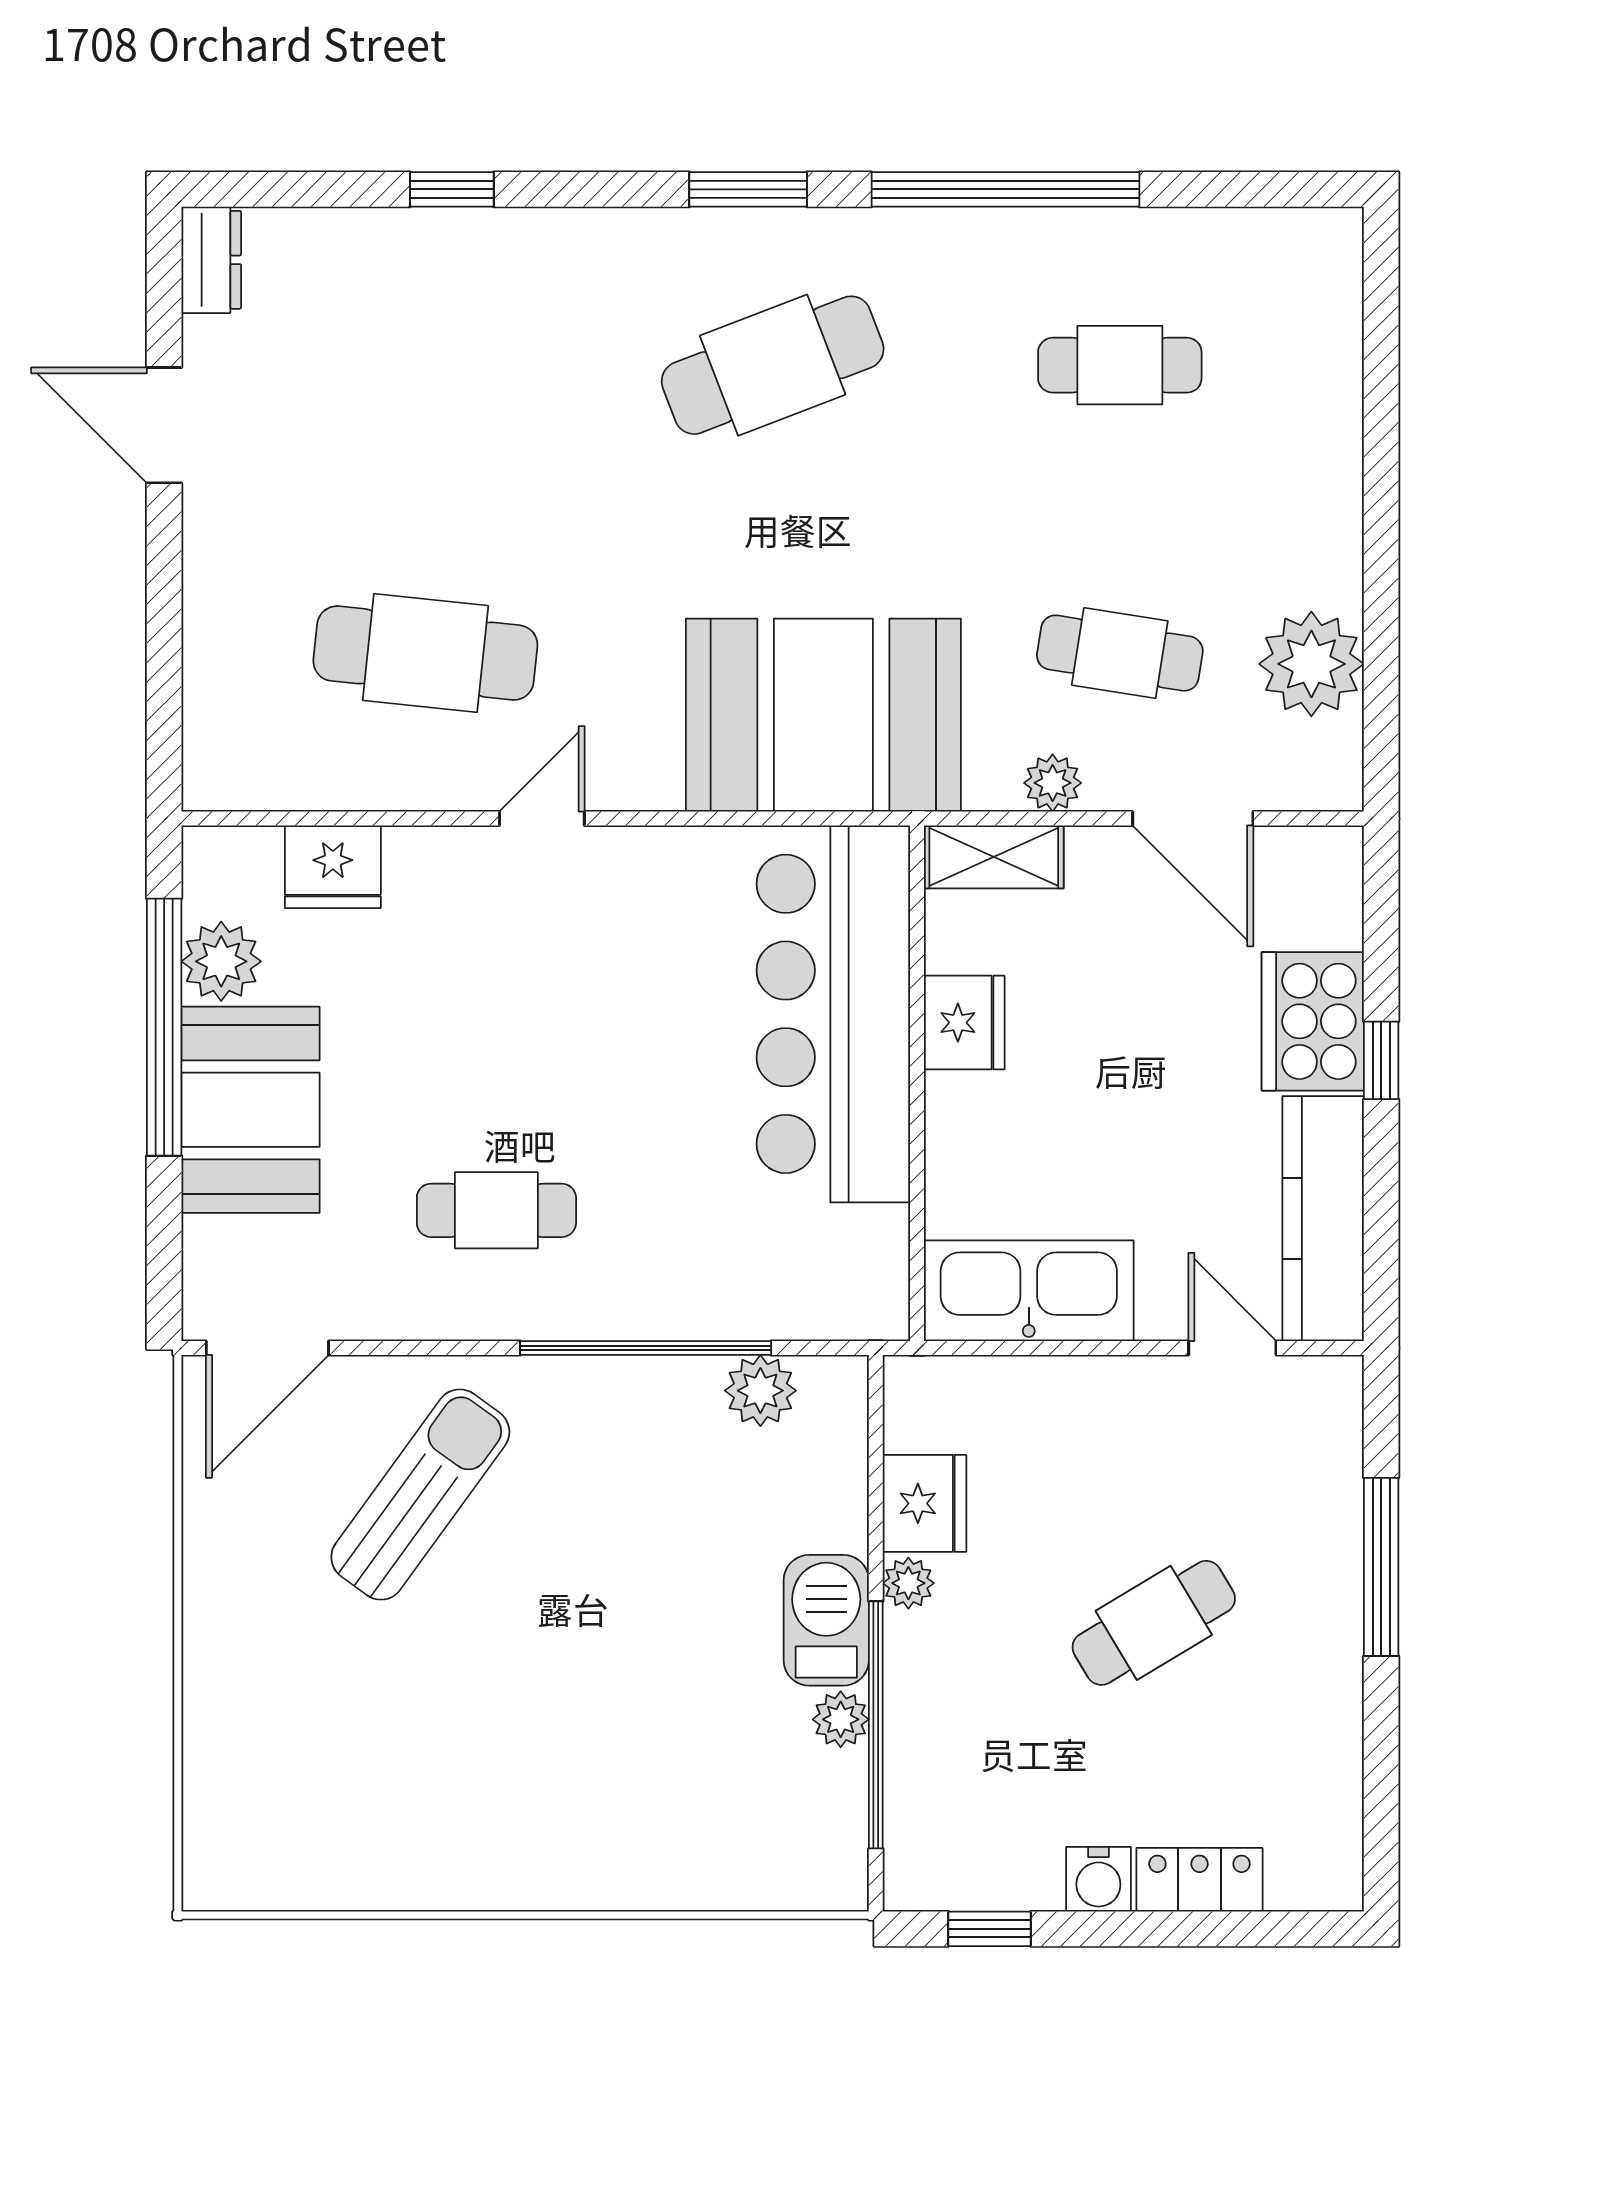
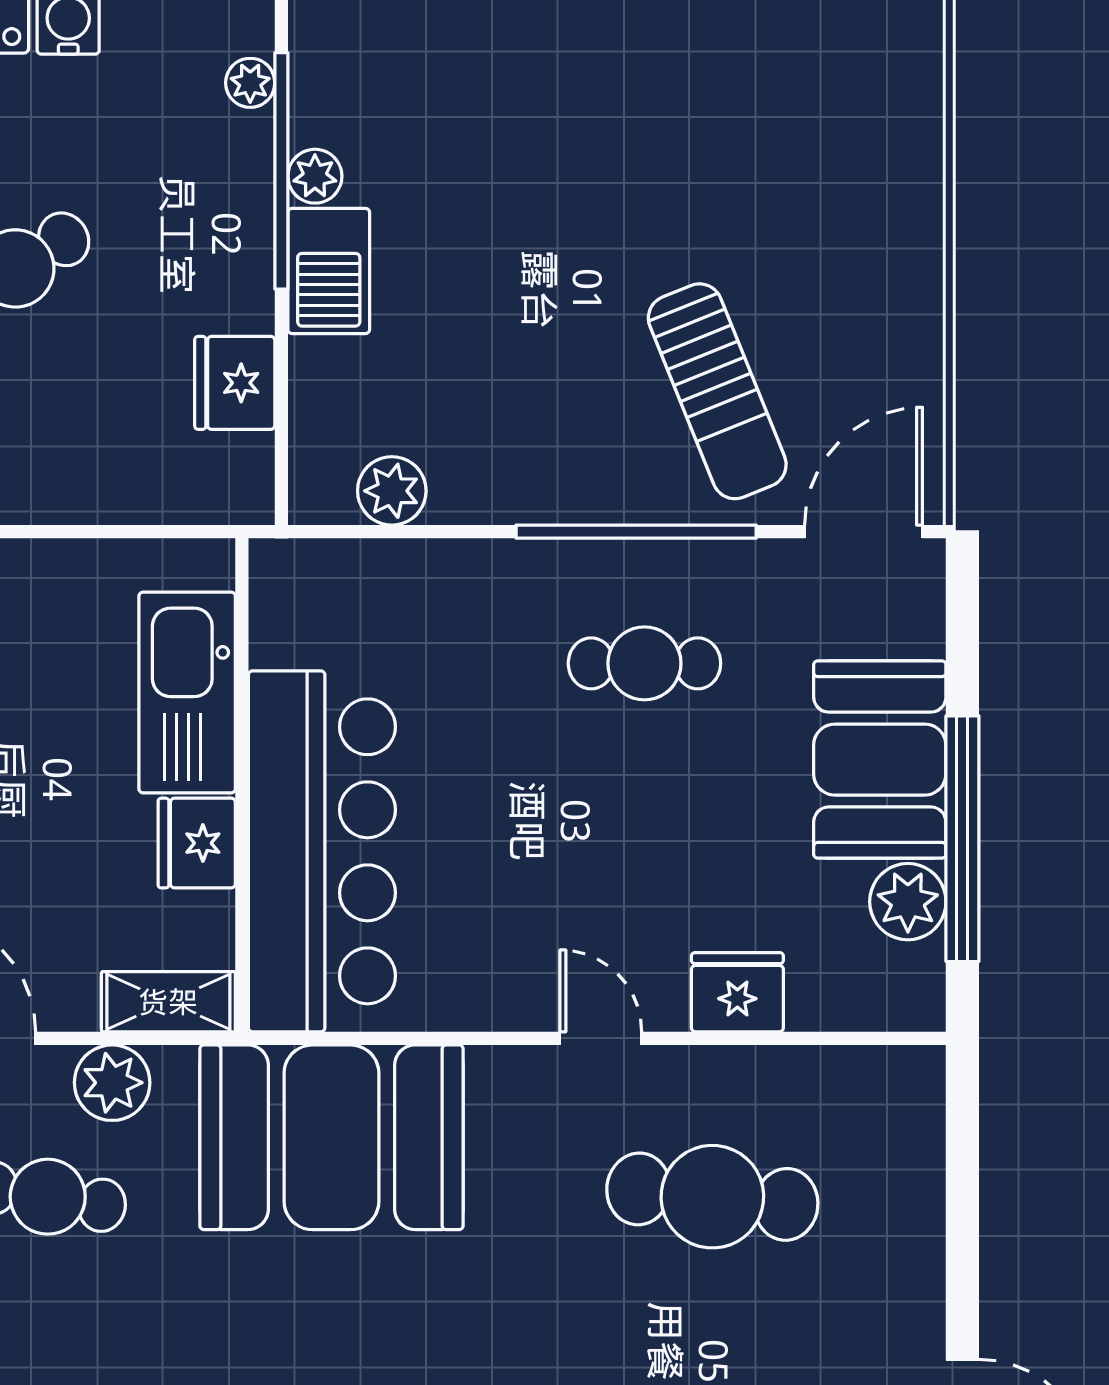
plant: (1053, 783) -> (112, 1083), width x1.38, depth x1.38
door: (542, 818) -> (601, 1038), swing flipped
fridge: (333, 867) -> (737, 992), moved
kitchen sink: (1029, 1291) -> (187, 693), moved, turned 90
window: (646, 1348) -> (636, 532), moved
sun lounger: (420, 1495) -> (717, 391), turned -58
plant: (908, 1583) -> (250, 83), moved

